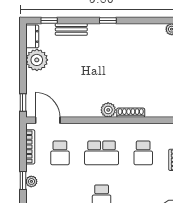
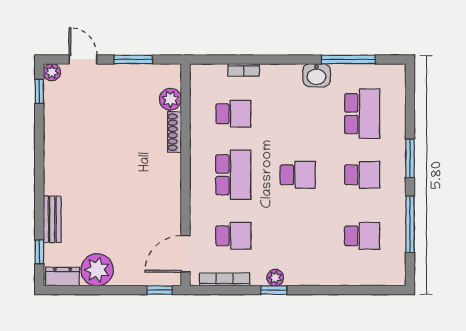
window: (108, 21) -> (39, 91), moved
plant: (108, 110) -> (170, 99), moved

